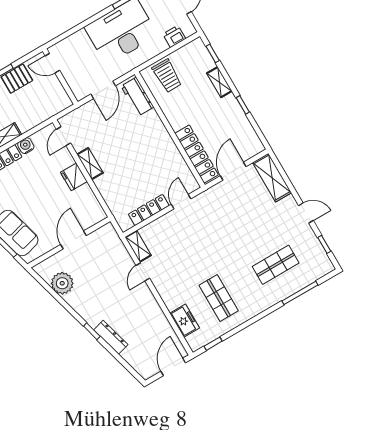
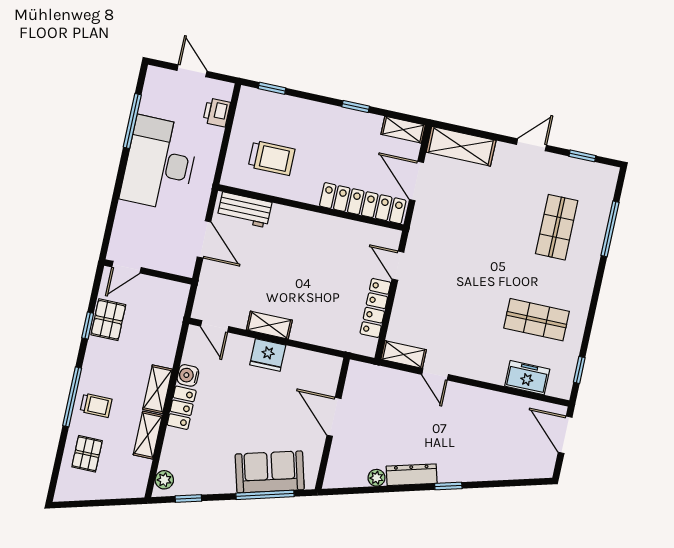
trolley: (167, 76) -> (272, 158), moved
shelving: (219, 82) -> (403, 130), moved
plant: (62, 283) -> (376, 478), width x0.53, depth x0.53
dresser: (111, 337) -> (412, 475), moved

